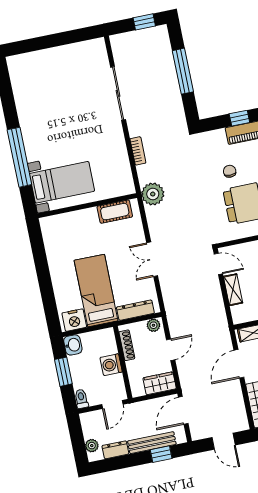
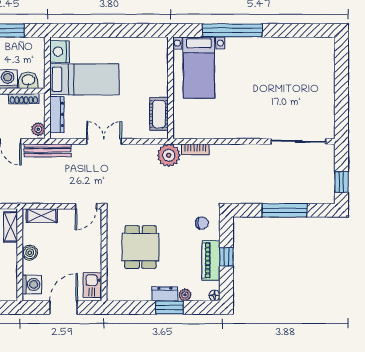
sliding door: (118, 93) -> (298, 141), moved
bookcase: (138, 151) -> (195, 149), moved
chair: (230, 171) -> (202, 223), moved
shelving: (233, 290) -> (42, 216), moved
bench: (172, 312) -> (48, 150), added
washbasin: (73, 345) -> (28, 80), moved, turned 180

